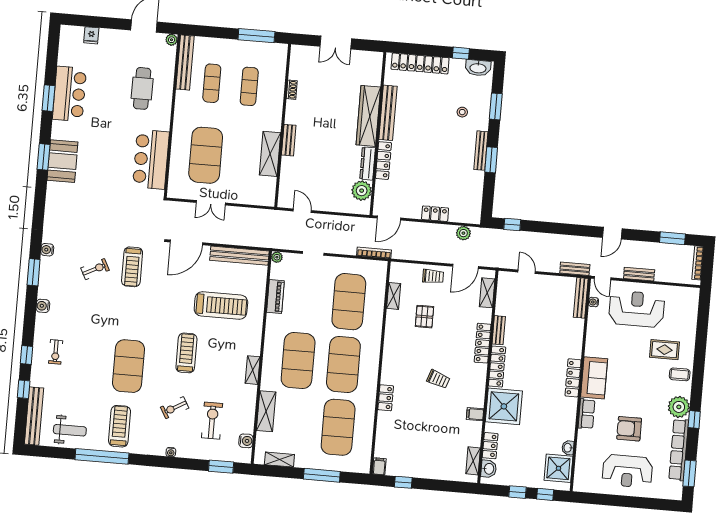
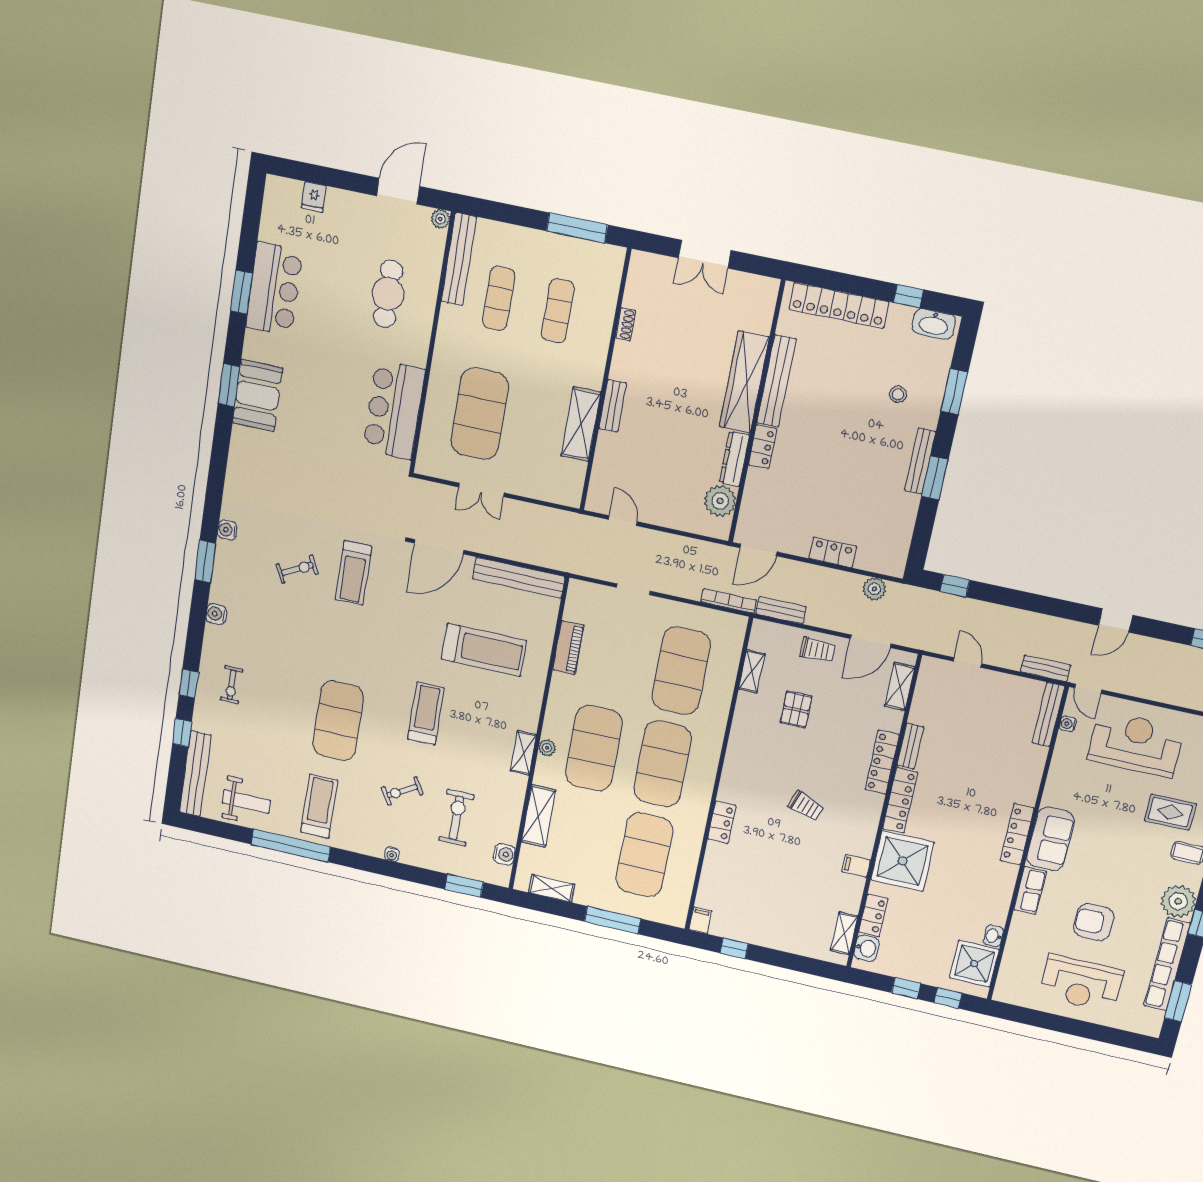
locker: (383, 161) -> (763, 447), width x0.66
plant: (277, 257) -> (547, 748), moved
bench: (639, 274) -> (781, 610), moved

